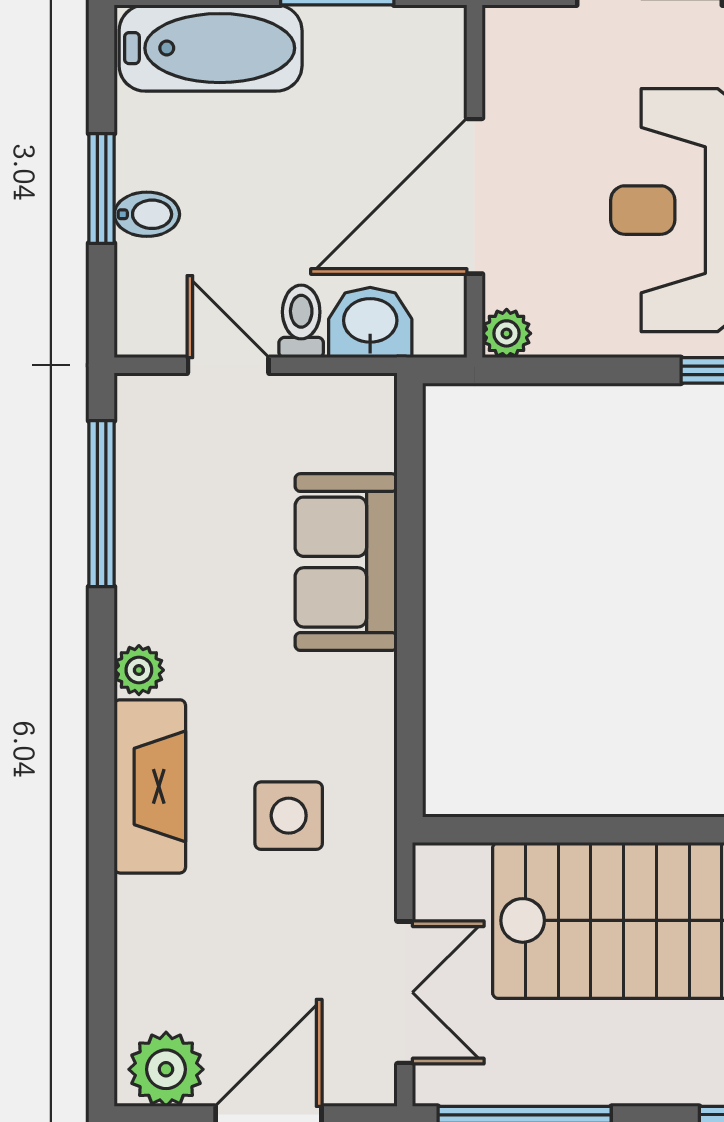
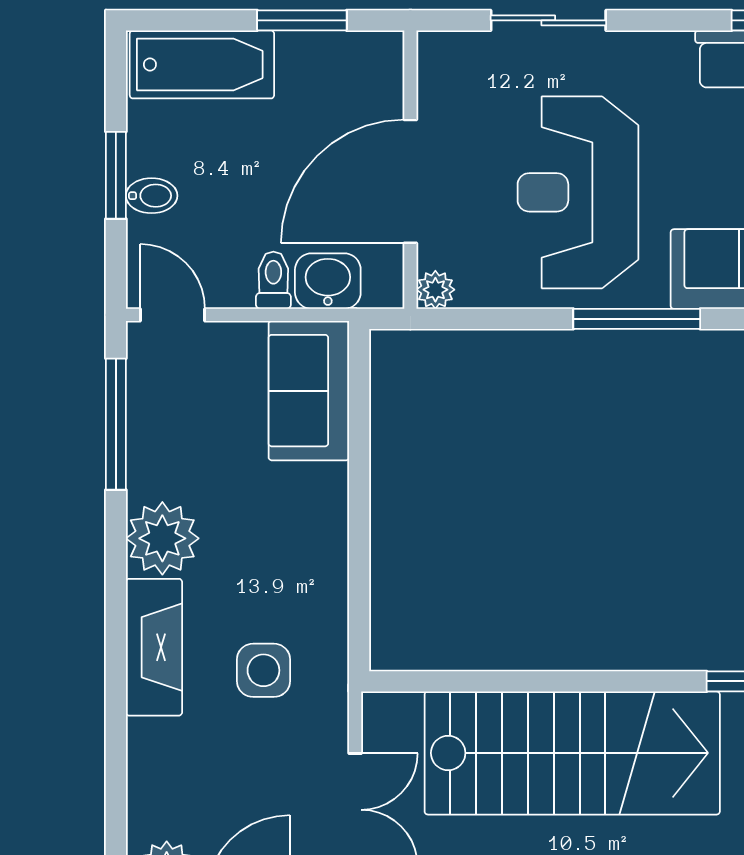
door: (228, 365) -> (173, 315), moved
sofa: (346, 562) -> (309, 391), moved
plant: (139, 670) -> (162, 538), width x1.88, depth x1.88

